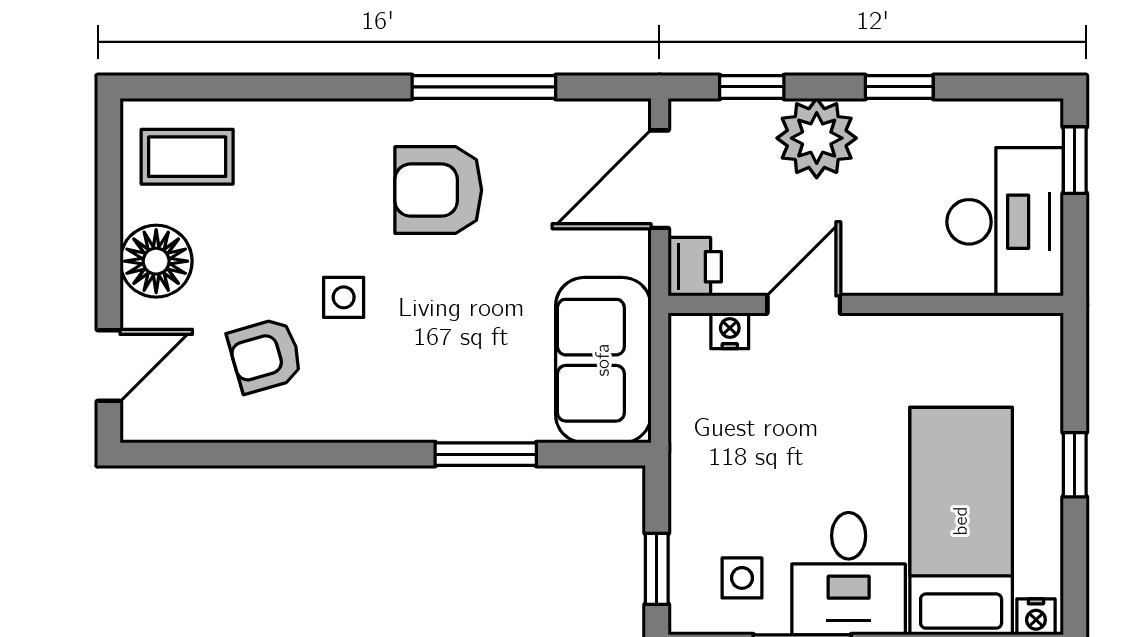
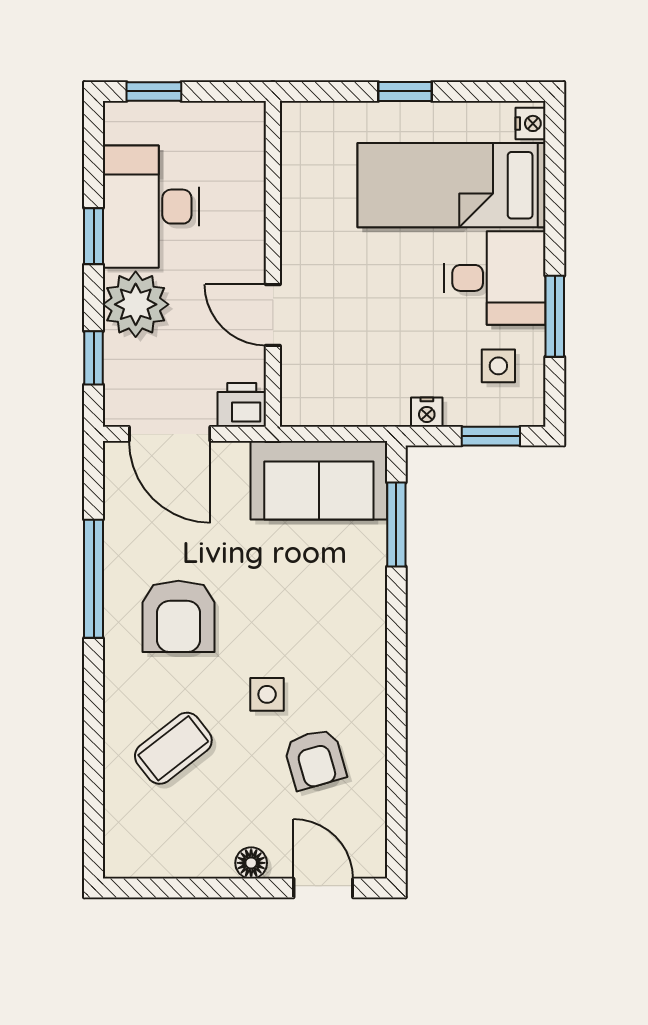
coffee table: (187, 157) -> (173, 748), moved, turned 52
desk: (1005, 222) -> (151, 207), moved, turned -90
floor lamp: (156, 261) -> (251, 863), width x0.53, depth x0.53
nightstand: (730, 331) -> (427, 412), moved, turned -90
window: (486, 454) -> (396, 525), moved

